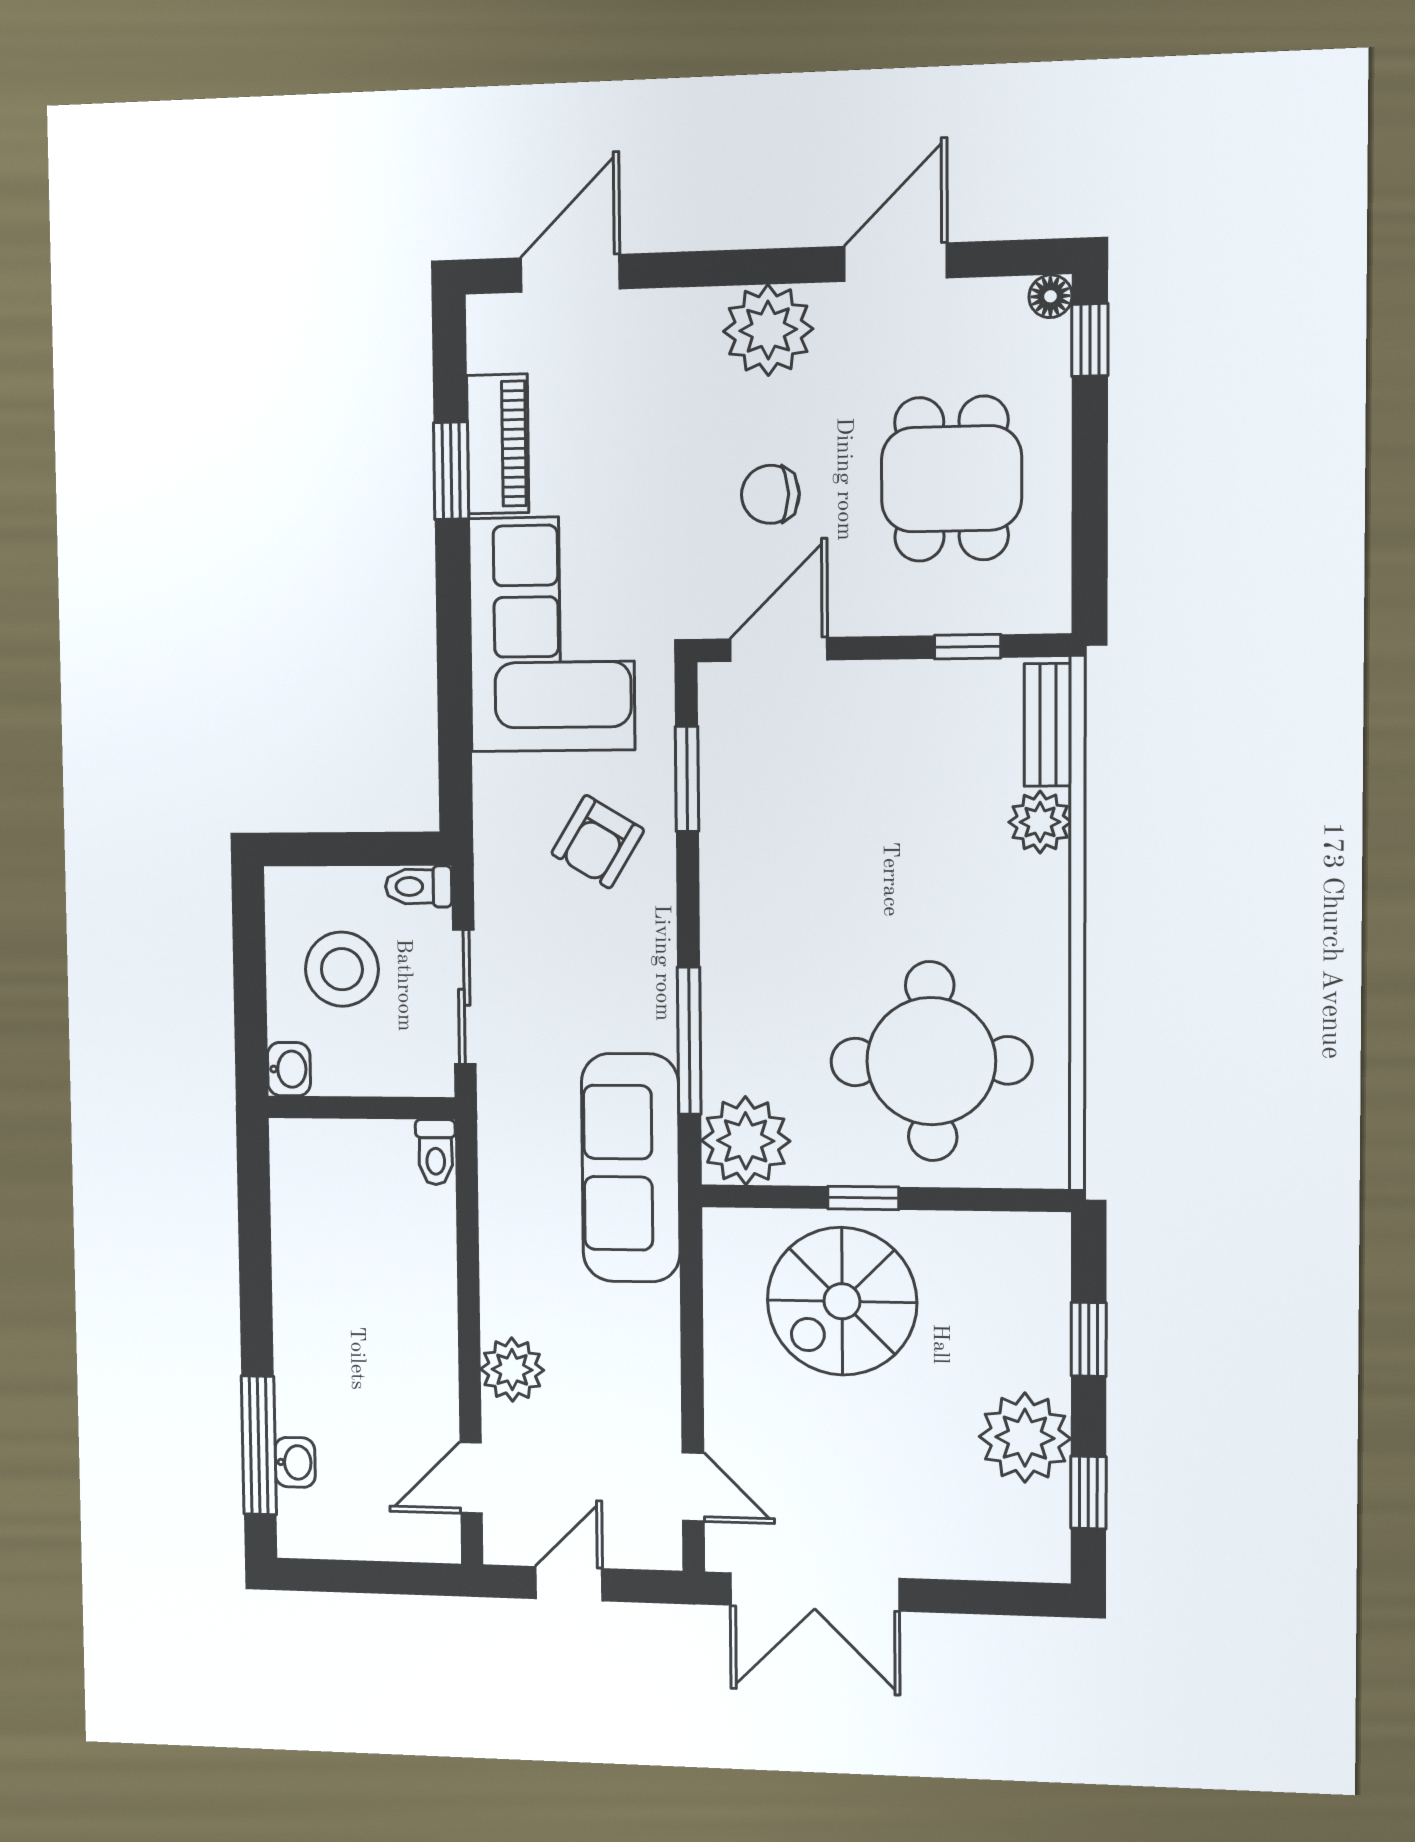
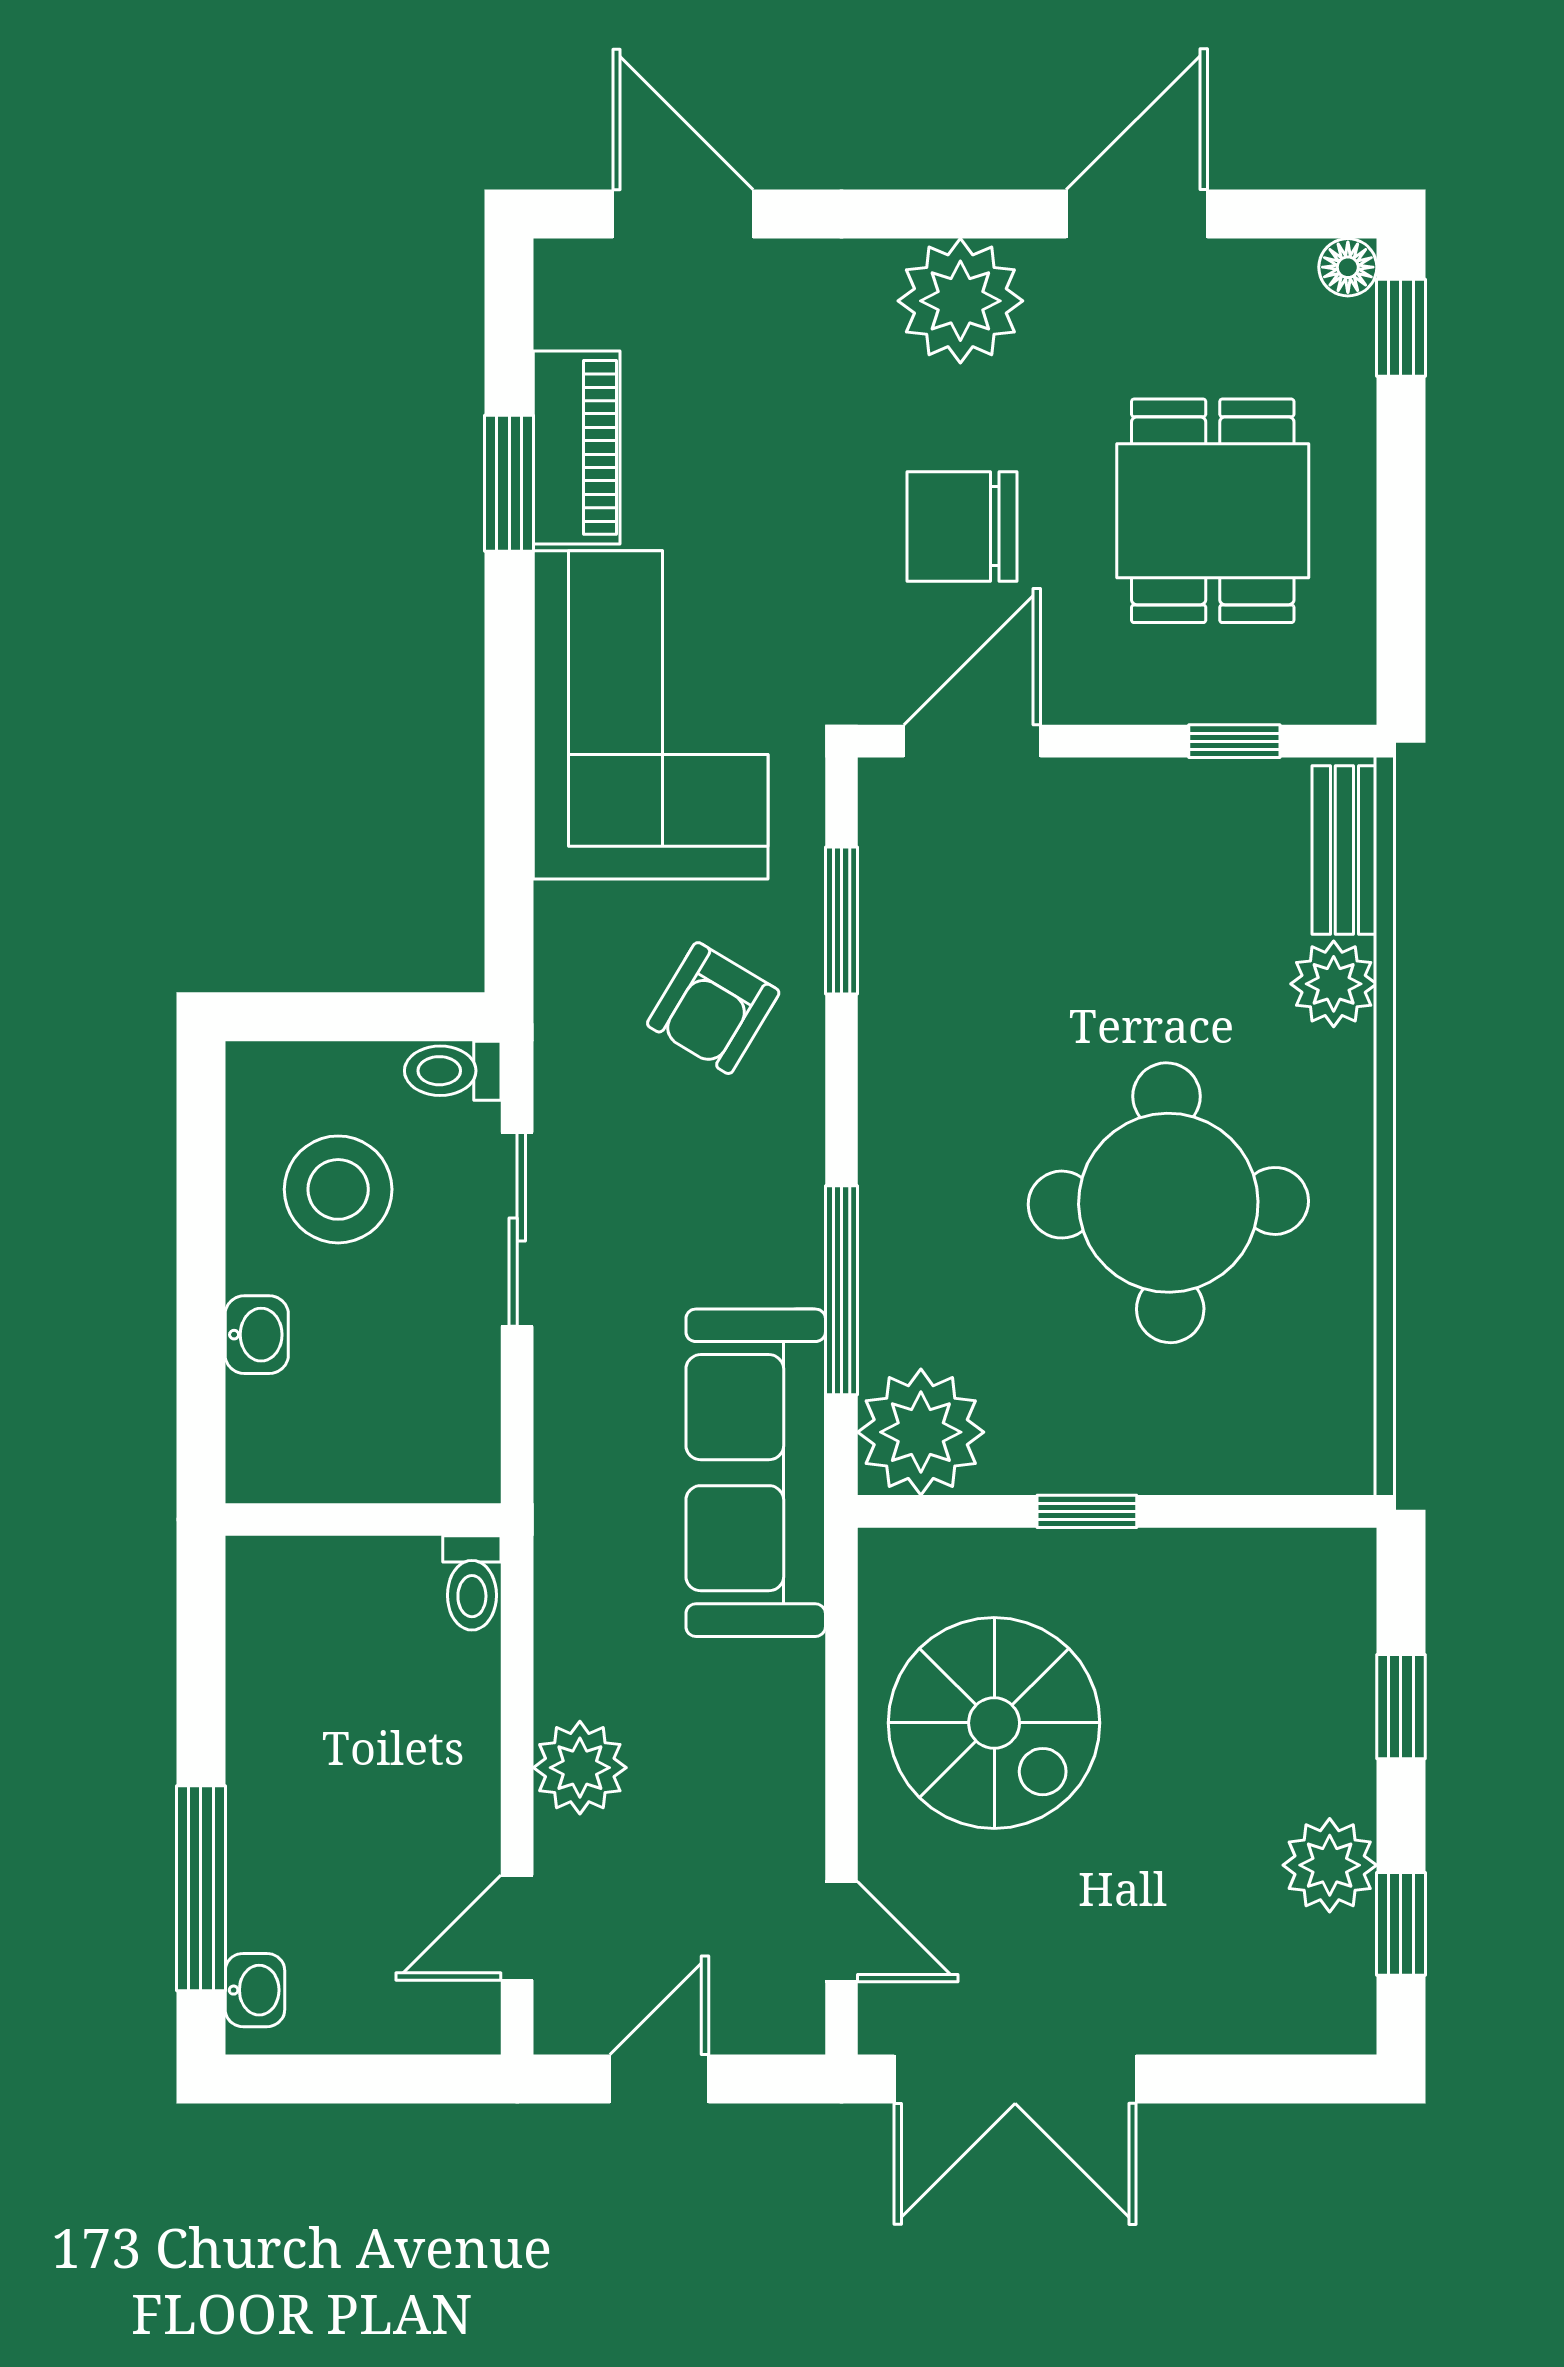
door: (570, 273) -> (683, 214), hinge flipped
chair: (770, 494) -> (962, 526), width x1.37, depth x1.37
round table: (931, 1061) -> (1168, 1203), moved
wall: (361, 1108) -> (363, 1520), moved
toilet: (436, 1152) -> (472, 1583), moved
spiral stairs: (842, 1301) -> (994, 1723), moved, turned -90
plant: (1025, 1438) -> (1330, 1865), width x0.73, depth x0.73
washbasin: (295, 1462) -> (255, 1990), moved

